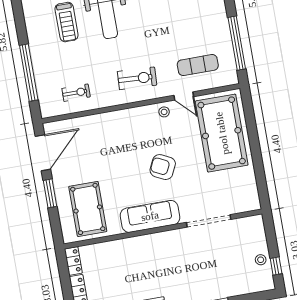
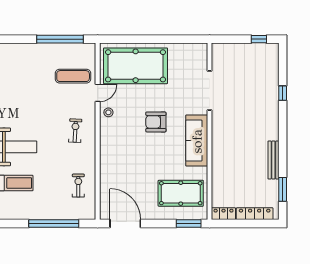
exercise mat: (198, 65) -> (73, 76), turned 90
exercise bike: (137, 78) -> (75, 131), width x0.73, depth x0.72
armchair: (163, 167) -> (156, 122), turned 64
window: (50, 193) -> (189, 223), moved
stool: (261, 260) -> (251, 51), removed

